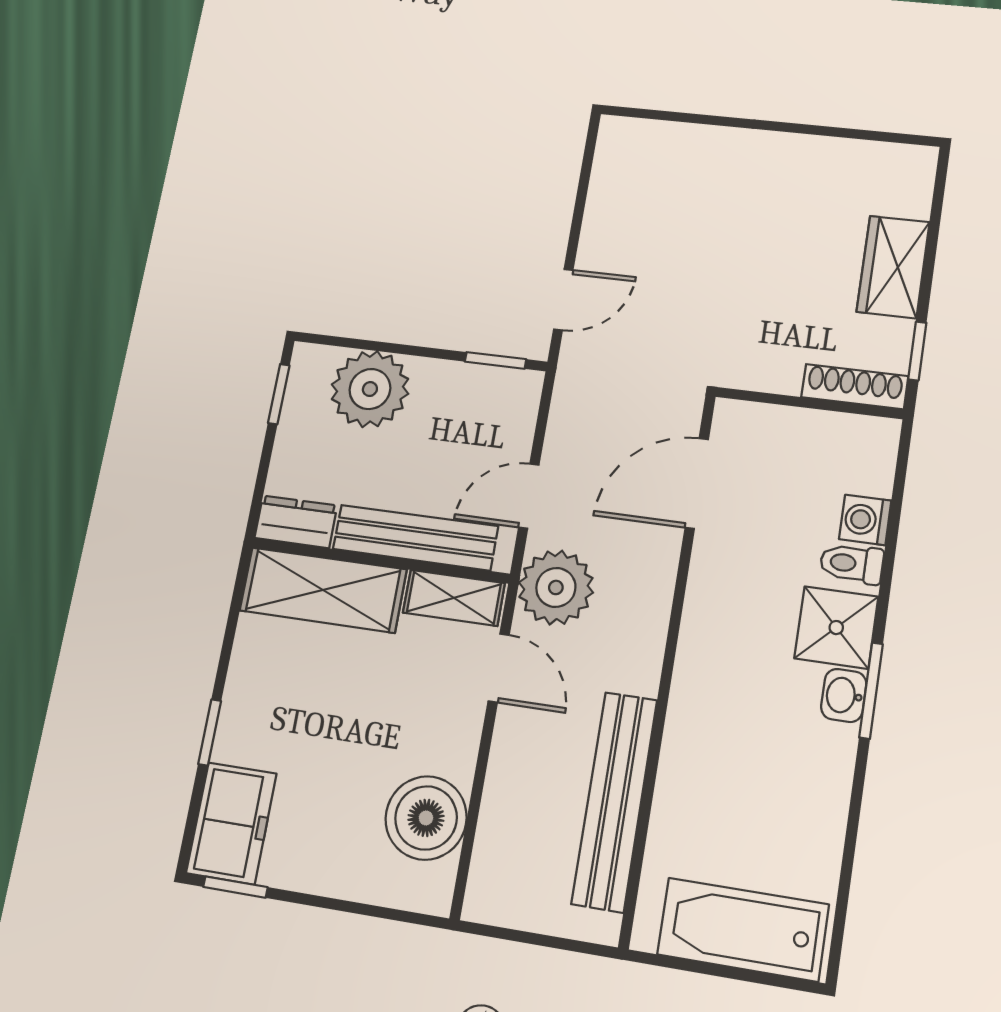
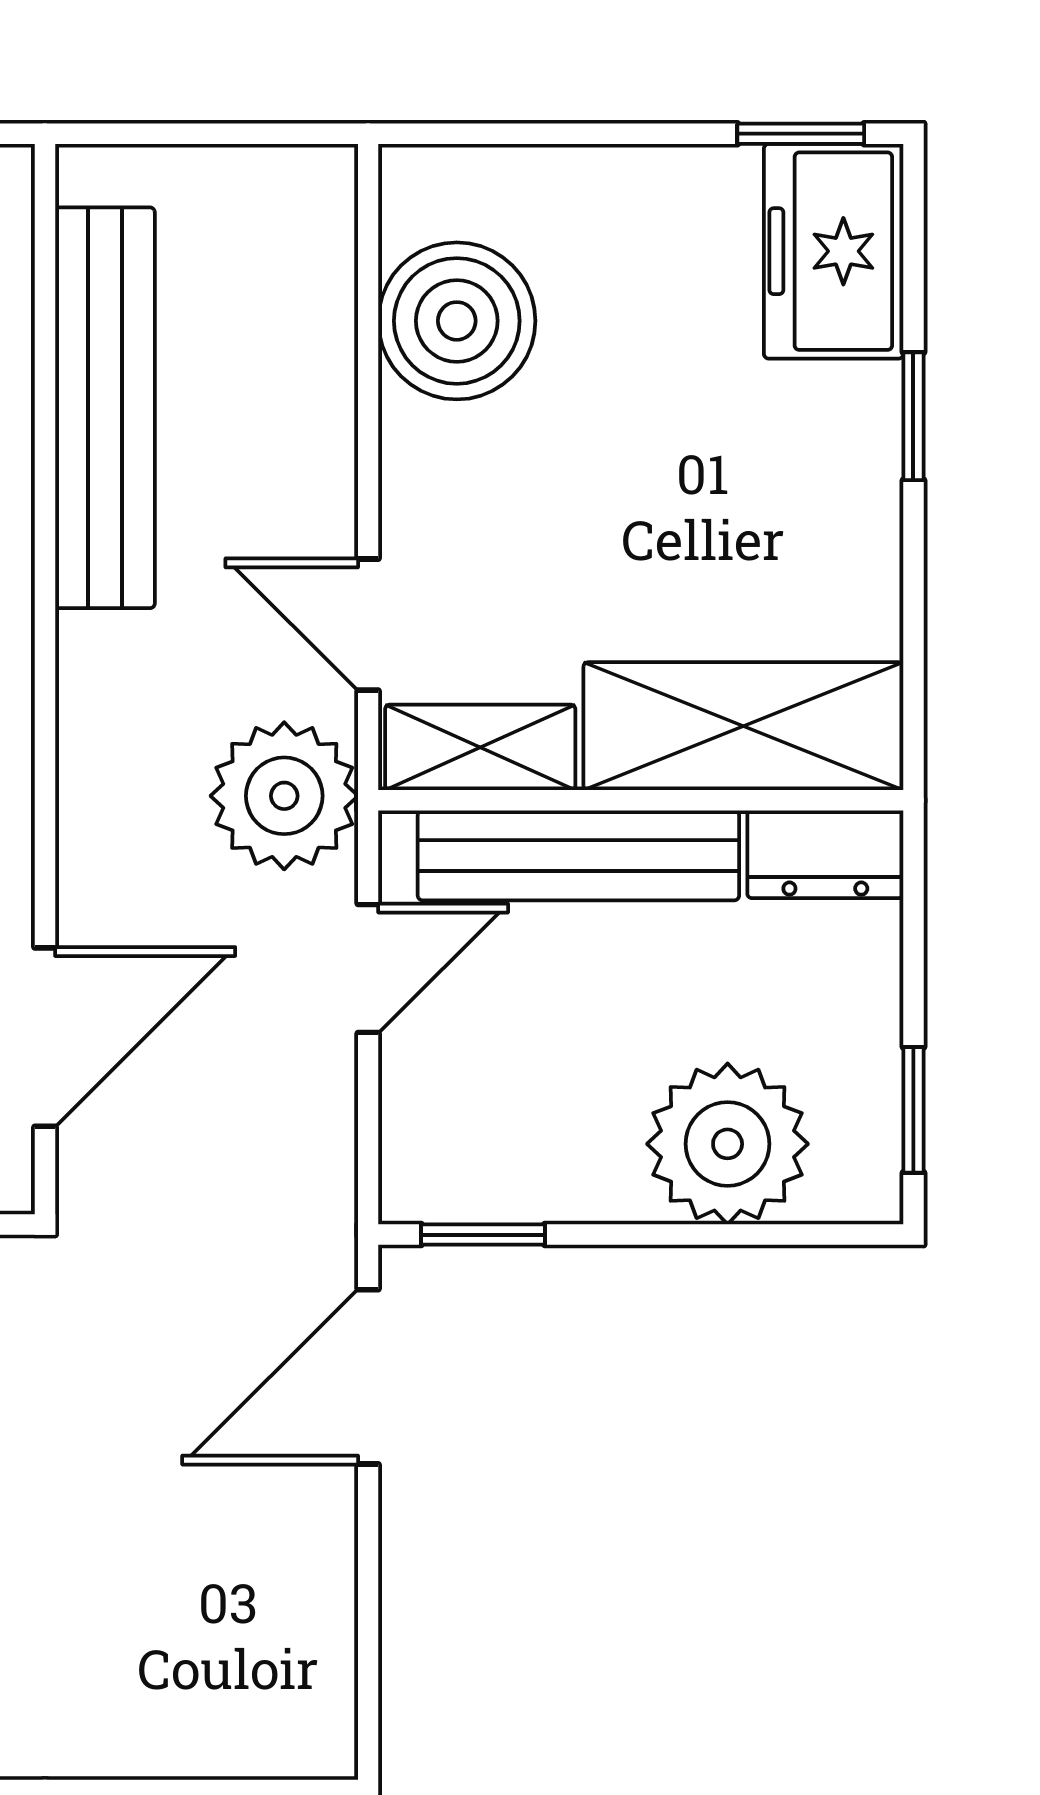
door: (563, 300) -> (368, 1377), width x1.38

